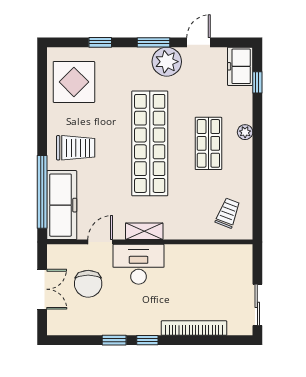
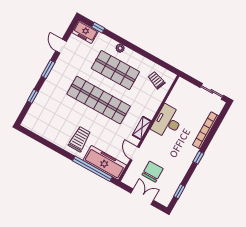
plant: (167, 62) -> (62, 68), removed
display table: (74, 82) -> (45, 121), removed
shop shelf: (208, 143) -> (115, 70), width x1.43, depth x1.36
desk: (139, 264) -> (167, 122), moved
chair: (88, 284) -> (153, 172), turned -90
window: (114, 340) -> (179, 191), moved

